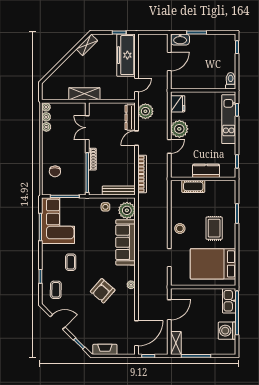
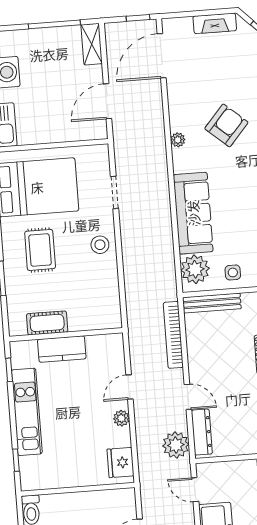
door: (136, 85) -> (195, 490), hinge flipped
kitchen unit: (229, 119) -> (27, 412), moved
plant: (179, 129) -> (121, 418), width x0.53, depth x0.53
door: (136, 138) -> (188, 397), hinge flipped
cot: (193, 186) -> (47, 323), moved

